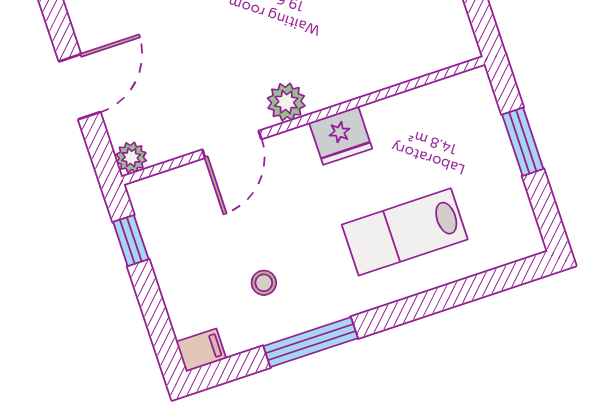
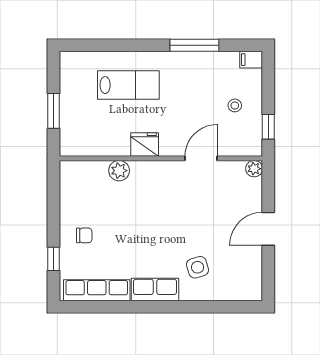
door: (80, 87) -> (268, 229), moved
plant: (286, 102) -> (119, 171), moved
stool: (264, 283) -> (235, 105), moved

